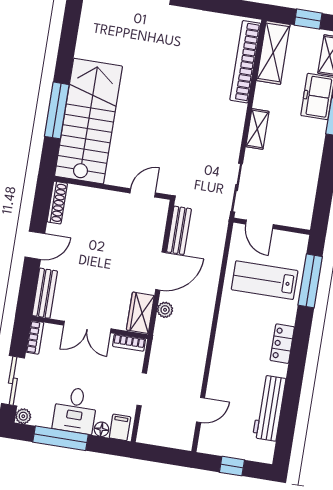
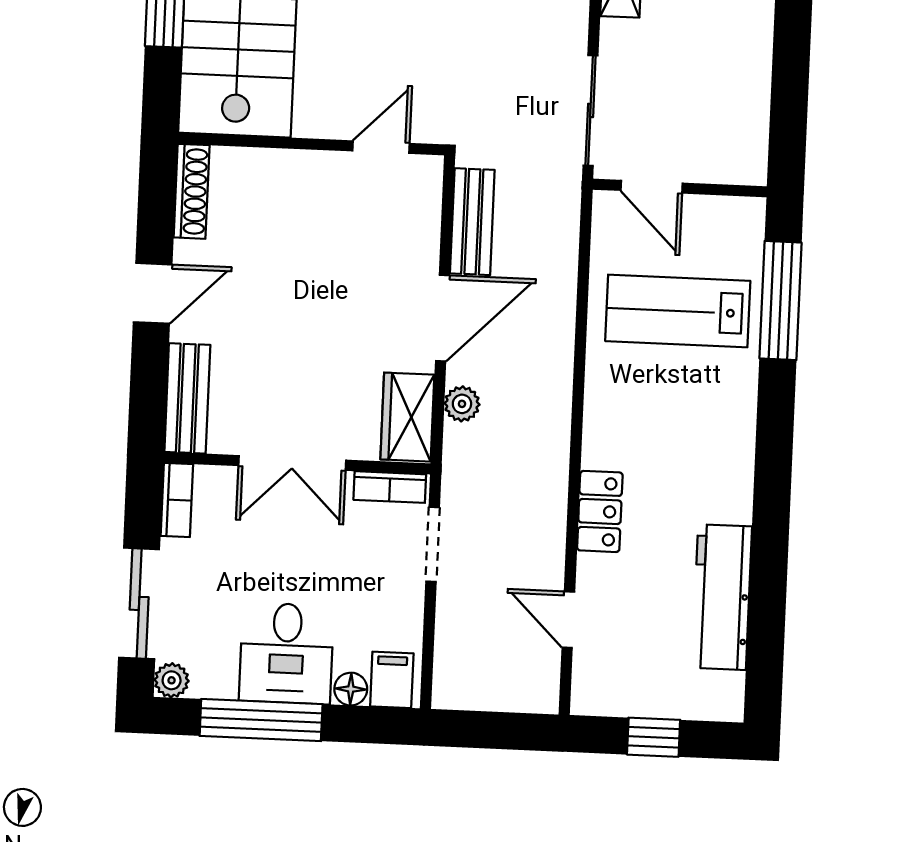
locker: (282, 344) -> (600, 511), moved, turned 180
doorway: (142, 389) -> (433, 544), moved
door: (201, 410) -> (568, 620), swing flipped

